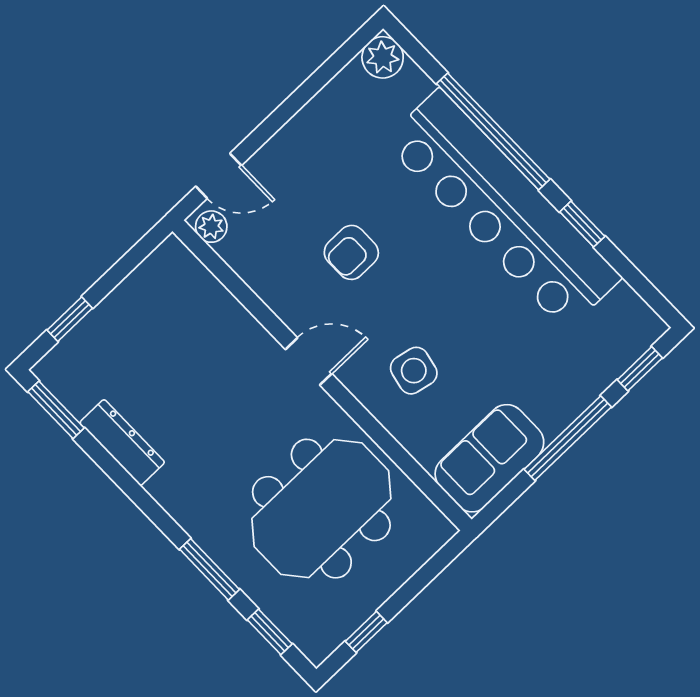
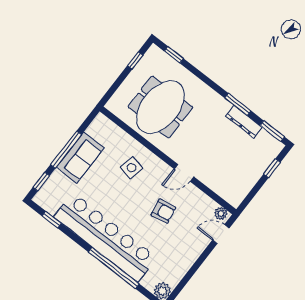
window: (582, 224) -> (52, 220), moved
armchair: (351, 252) -> (163, 211), turned 80
door: (309, 361) -> (184, 173), moved
sofa: (489, 458) -> (80, 158), moved
window: (209, 569) -> (238, 104), moved

